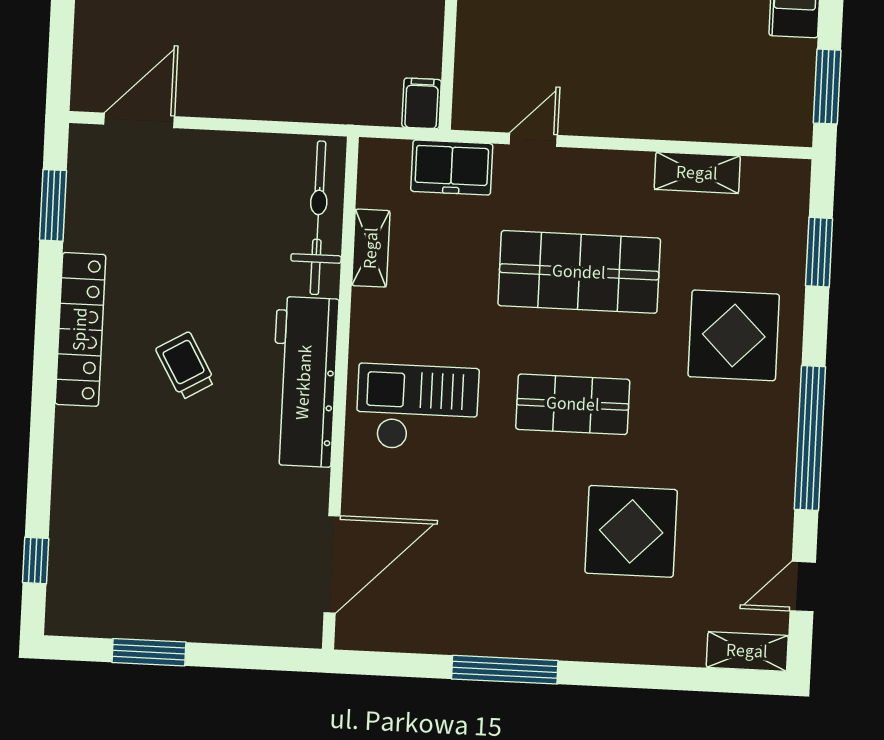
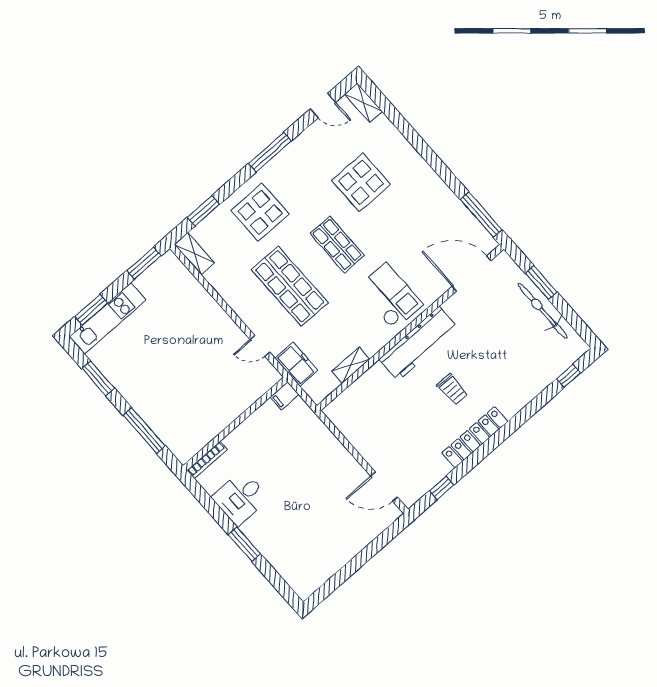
shelving: (697, 173) -> (194, 254), moved
window: (53, 205) -> (442, 488), width x0.67
bicycle: (318, 218) -> (543, 311), moved, turned 90
trolley: (185, 366) -> (452, 389), turned -60
checkout: (417, 408) -> (390, 296), turned 180
window: (810, 438) -> (270, 152), width x0.68
window: (149, 652) -> (541, 283), moved
window: (505, 670) -> (481, 214), moved

